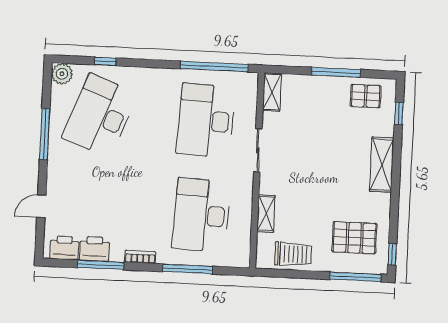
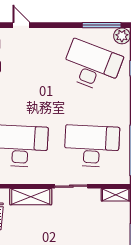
window: (45, 134) -> (102, 25), moved
shelving: (266, 214) -> (31, 197), width x1.50, depth x1.33

